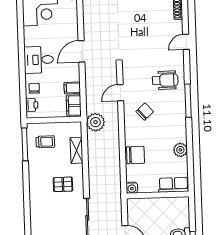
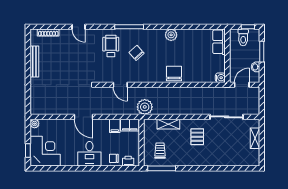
chair: (145, 112) -> (136, 53), moved
row of seats: (174, 185) -> (219, 42), moved
water cooler: (132, 188) -> (220, 78), moved
wall: (158, 195) -> (227, 56), moved

